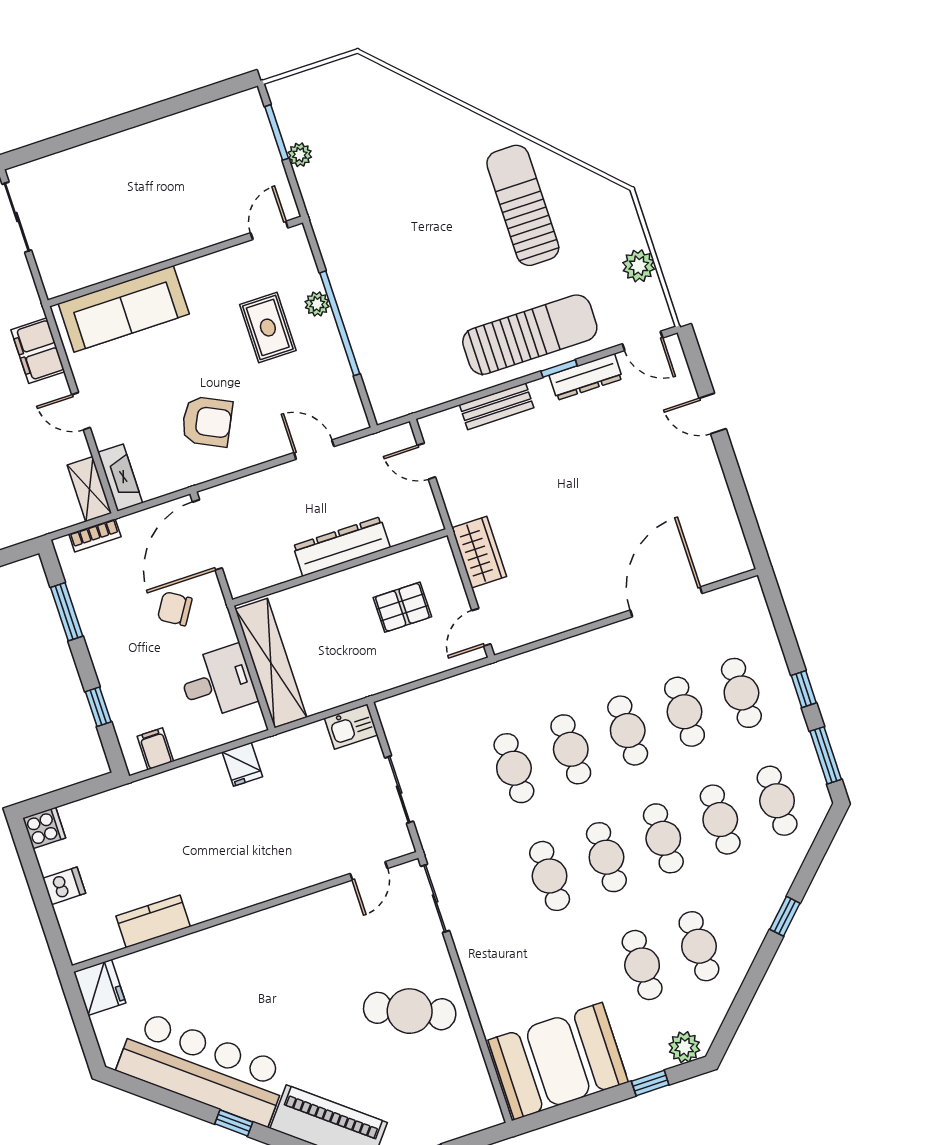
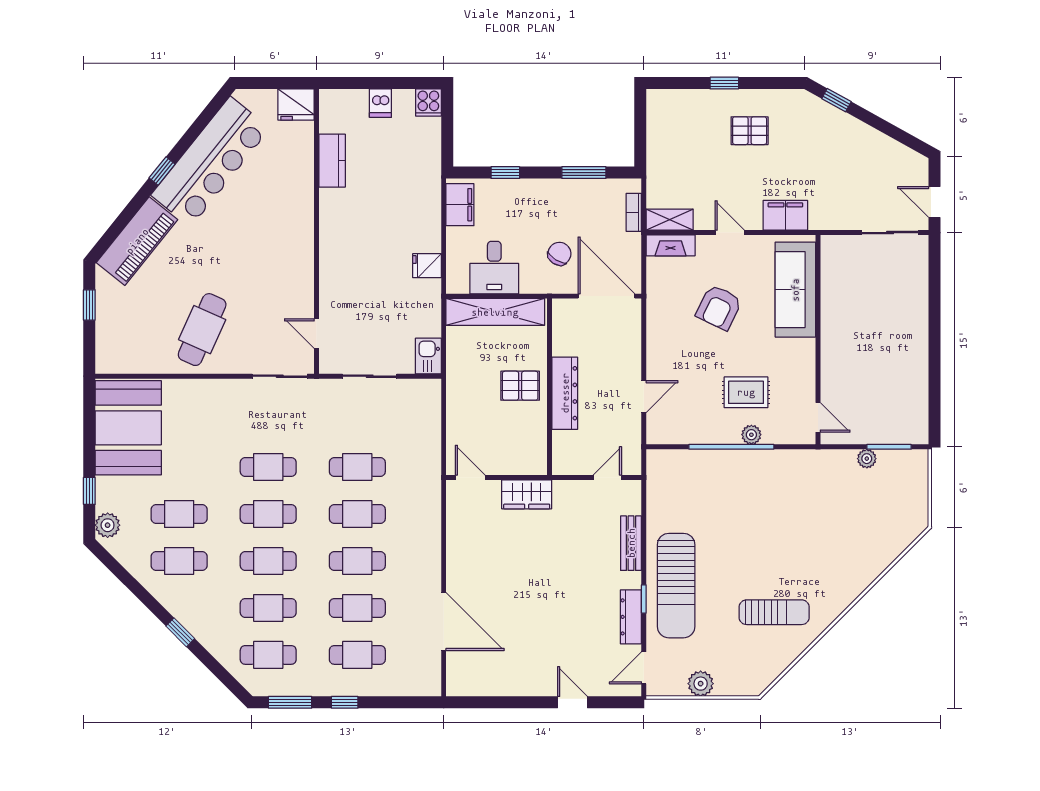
sun lounger: (523, 205) -> (774, 612), width x0.73, depth x0.75
door: (81, 411) -> (730, 233), hinge flipped
door: (713, 414) -> (572, 702), hinge flipped
armchair: (207, 421) -> (719, 307), moved
pallet: (402, 607) -> (520, 386), moved, turned 90
filing cabinet: (155, 749) -> (460, 205), width x2.00

